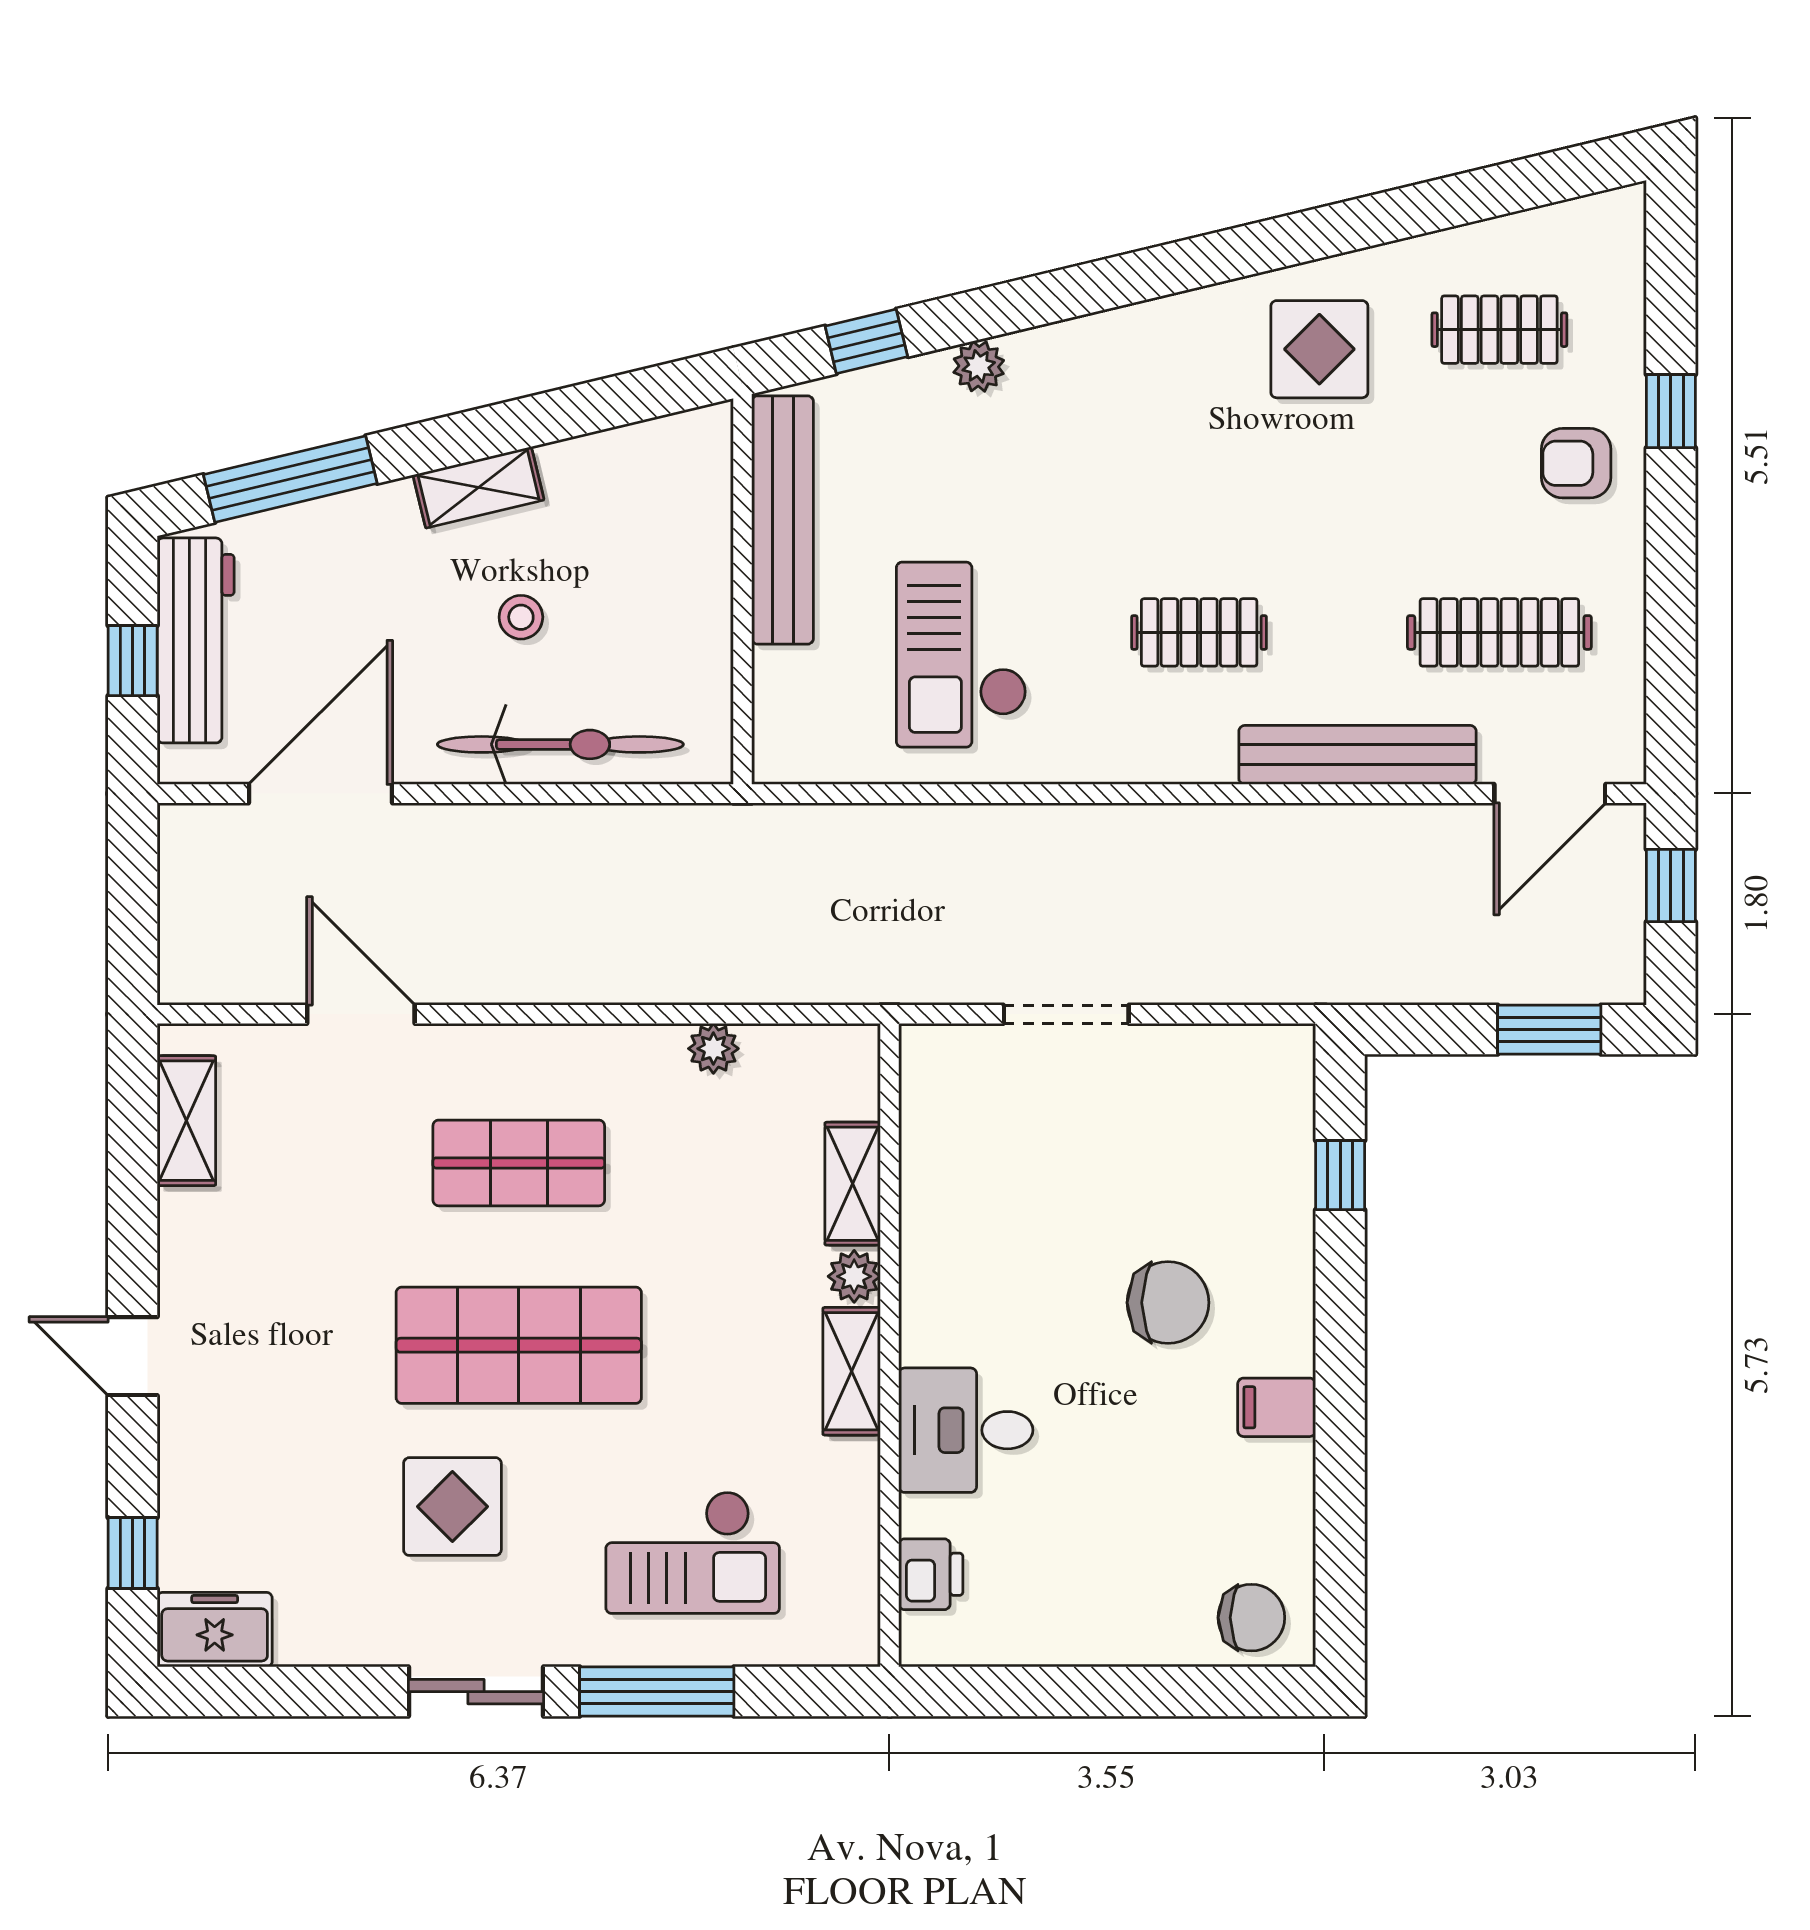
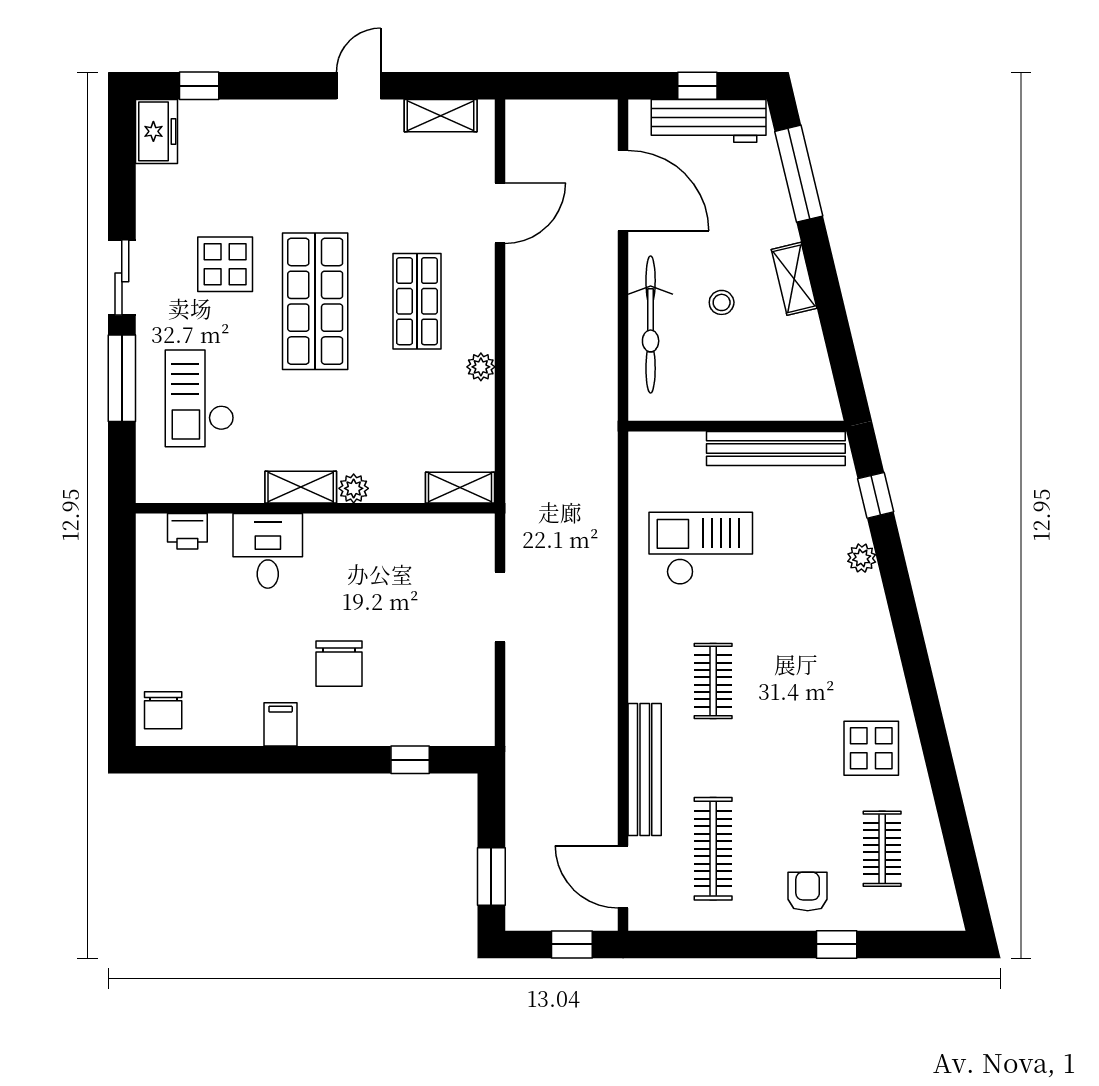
plant: (713, 1049) -> (481, 367), moved
shelving: (853, 1184) -> (460, 488), moved
door: (133, 1356) -> (359, 86), moved

